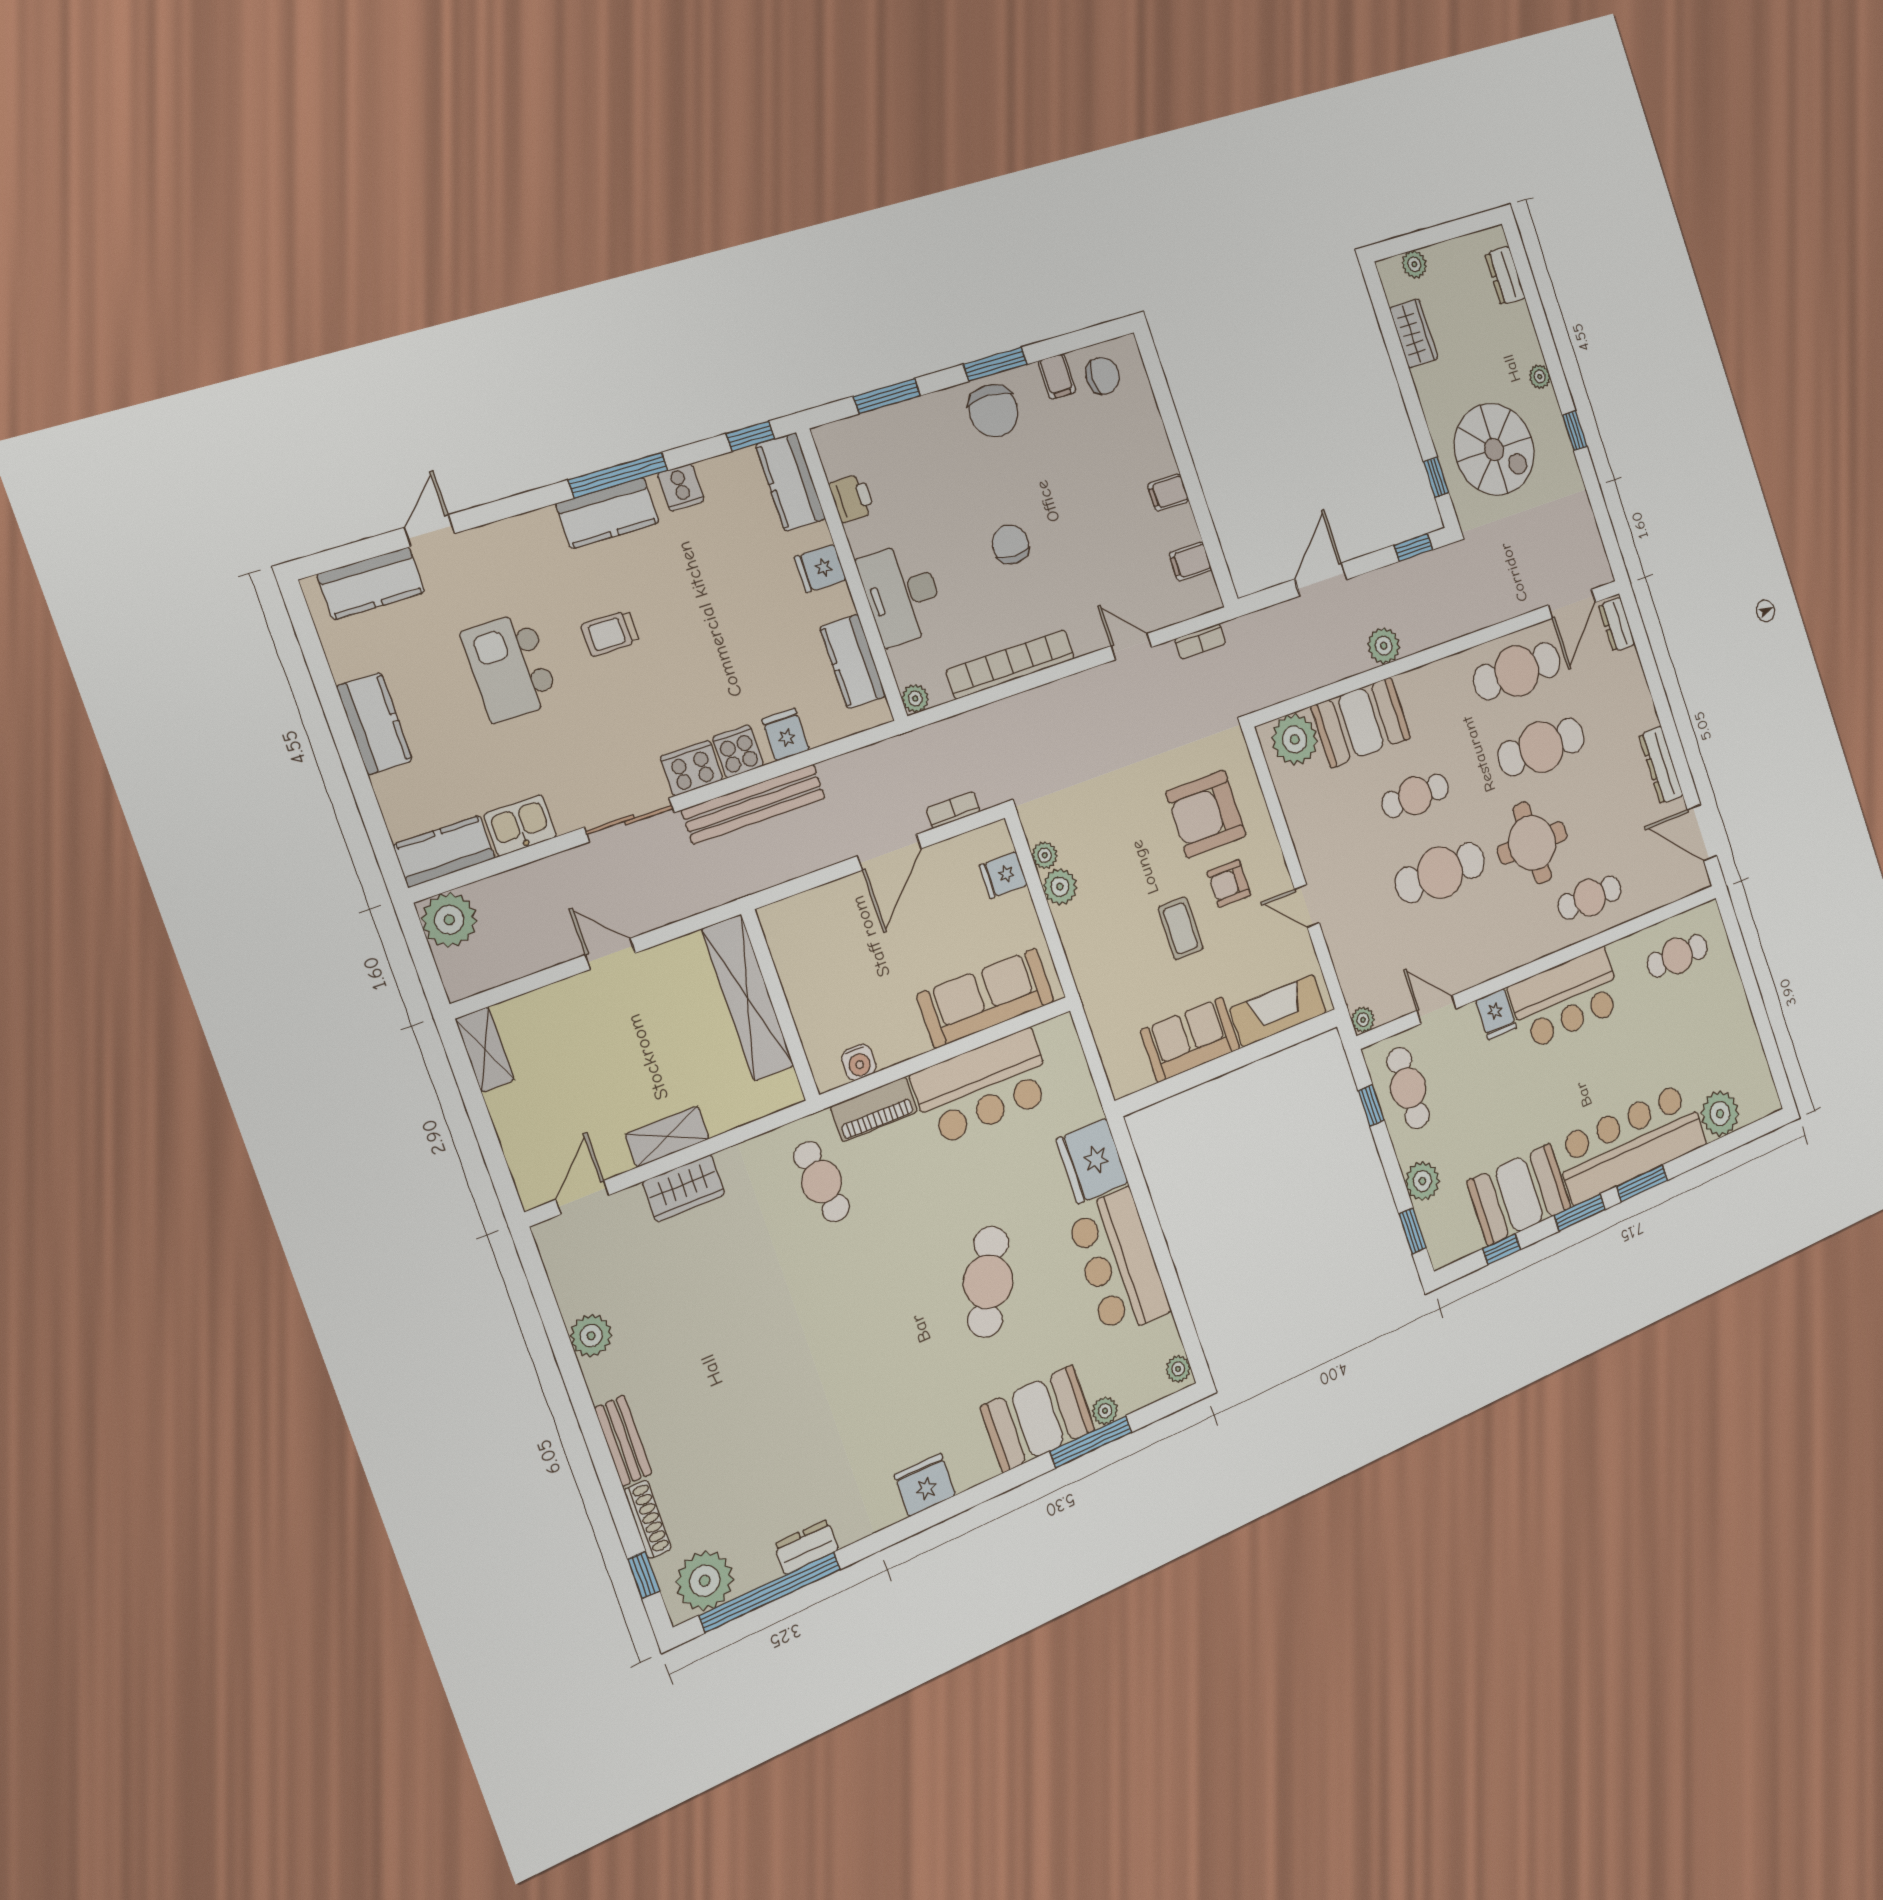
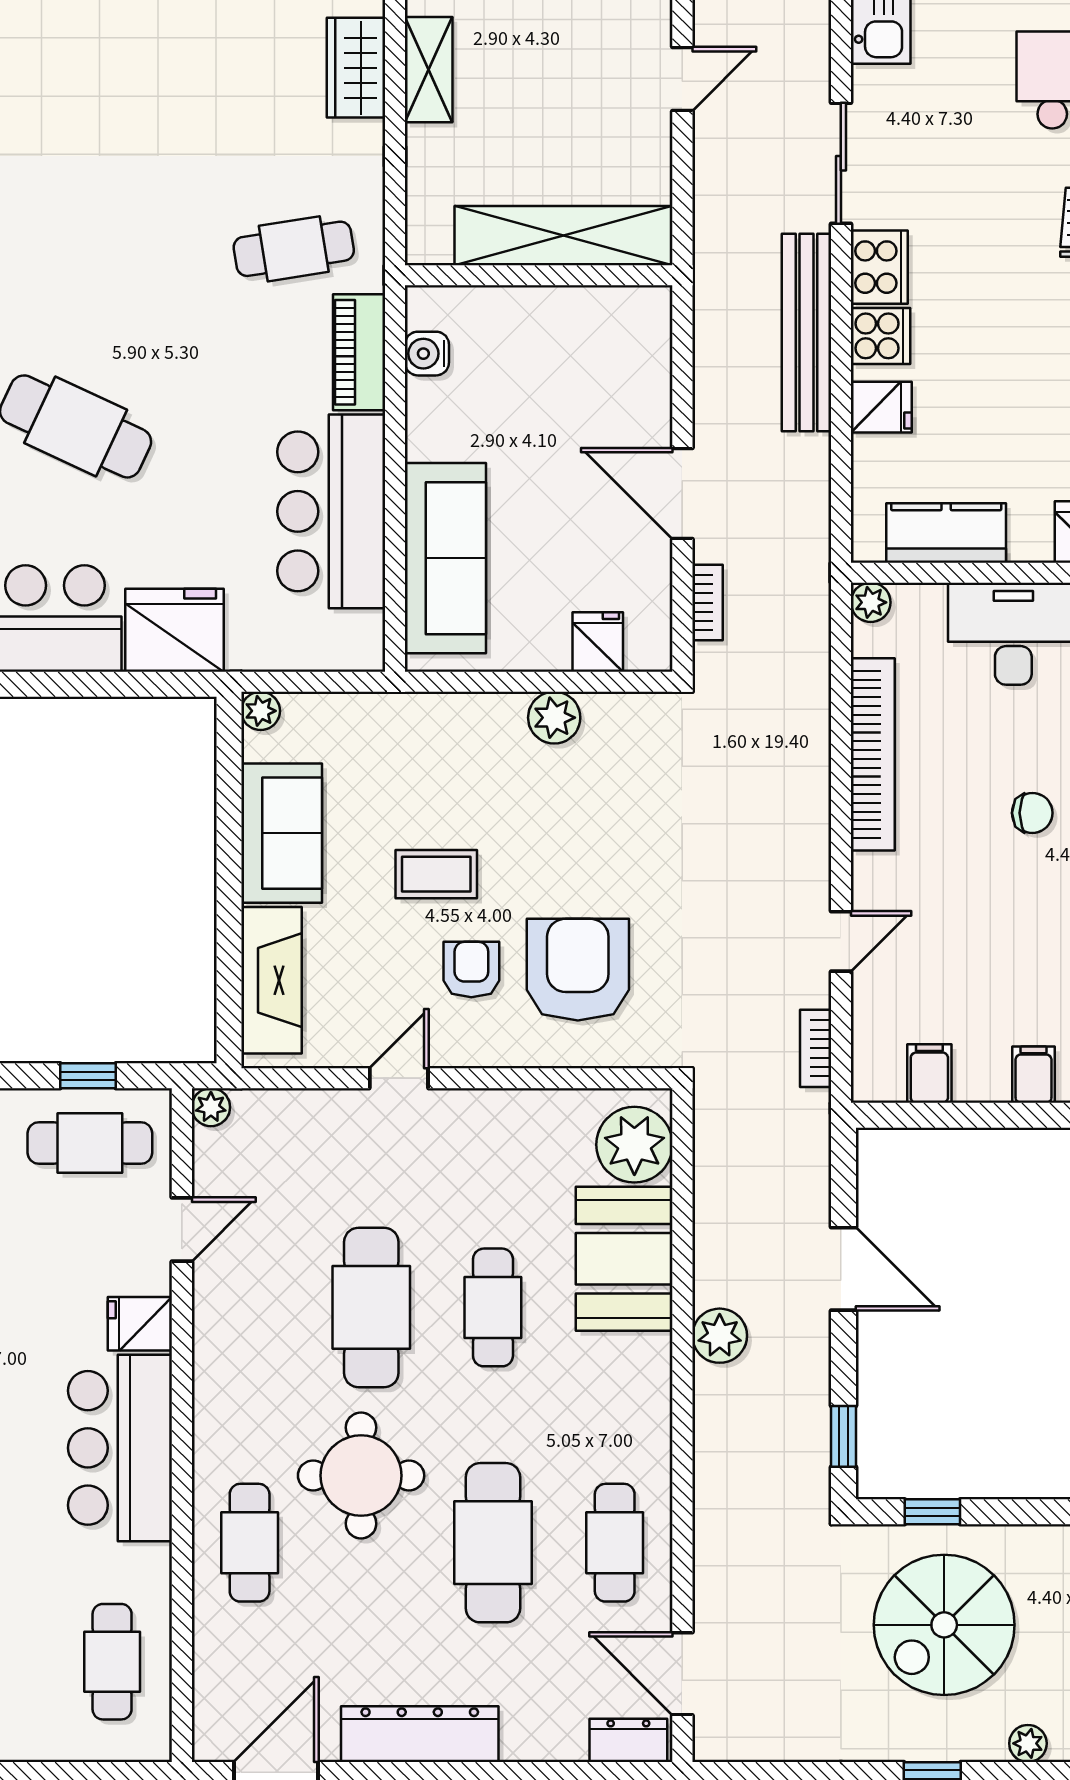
chair: (1010, 544) -> (1032, 813), width x0.73, depth x0.73
cafe table: (1517, 671) -> (615, 1543), width x0.73, depth x0.74
dresser: (1661, 765) -> (420, 1734), width x1.37, depth x1.24
plant: (1045, 855) -> (261, 711), moved

